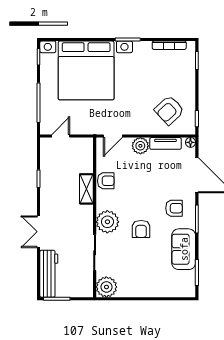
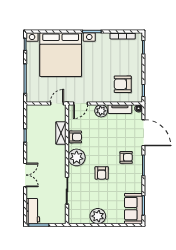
armchair: (169, 110) -> (123, 84), turned 43
door: (61, 136) -> (57, 104), moved
shelving: (86, 189) -> (61, 133), moved
plant: (107, 222) -> (77, 157), moved
double door: (39, 232) -> (25, 175), swing flipped
sofa: (184, 249) -> (133, 209), moved
workbench: (49, 274) -> (33, 211), width x0.73
plant: (106, 287) -> (98, 216), moved

